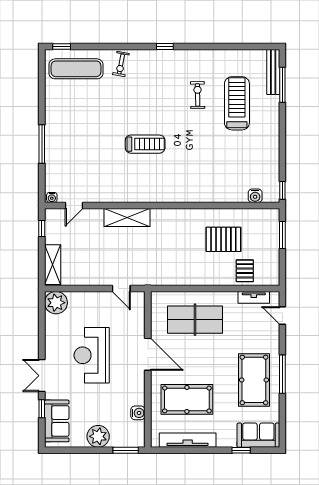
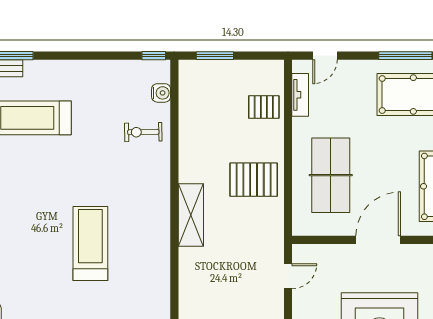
exercise bike: (198, 95) -> (143, 132), moved
treadmill: (145, 144) -> (90, 244), width x1.37, depth x1.38
shelving: (127, 217) -> (191, 215), moved
pallet: (223, 239) -> (254, 180), moved, turned 90

